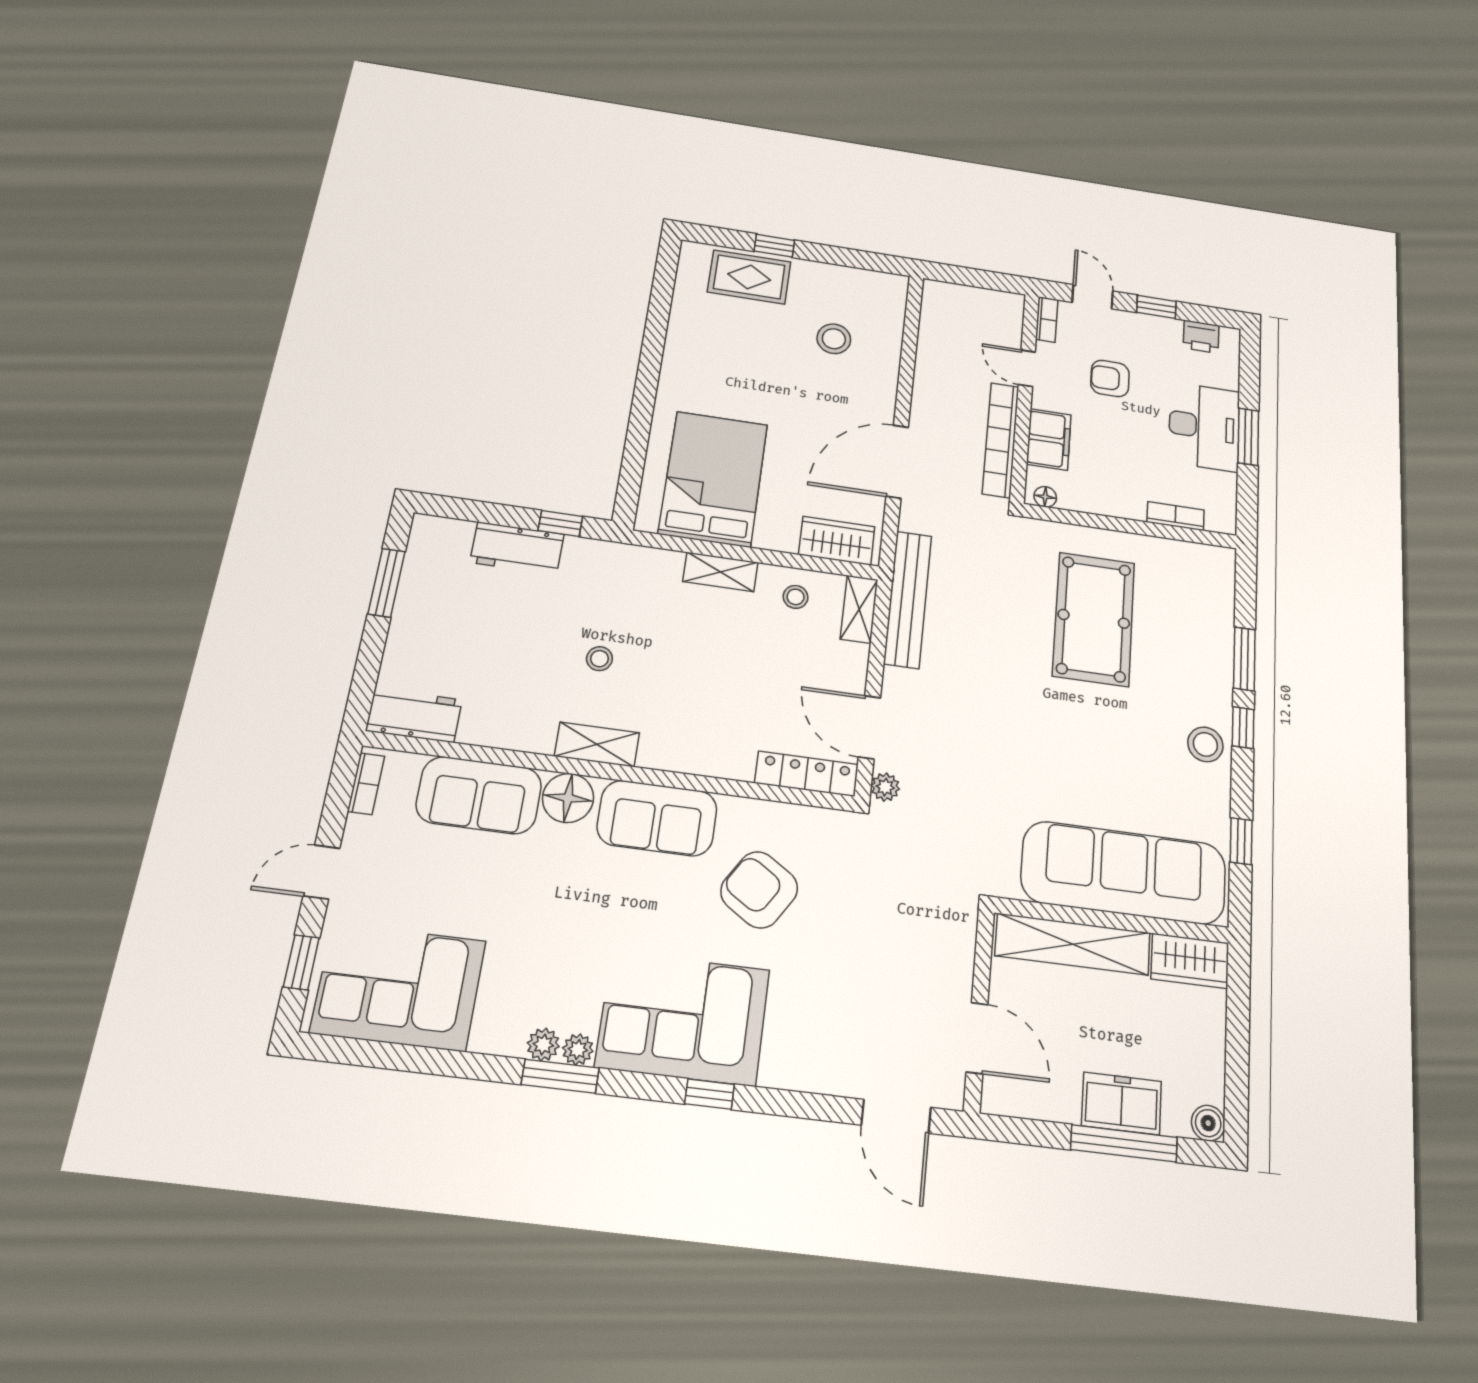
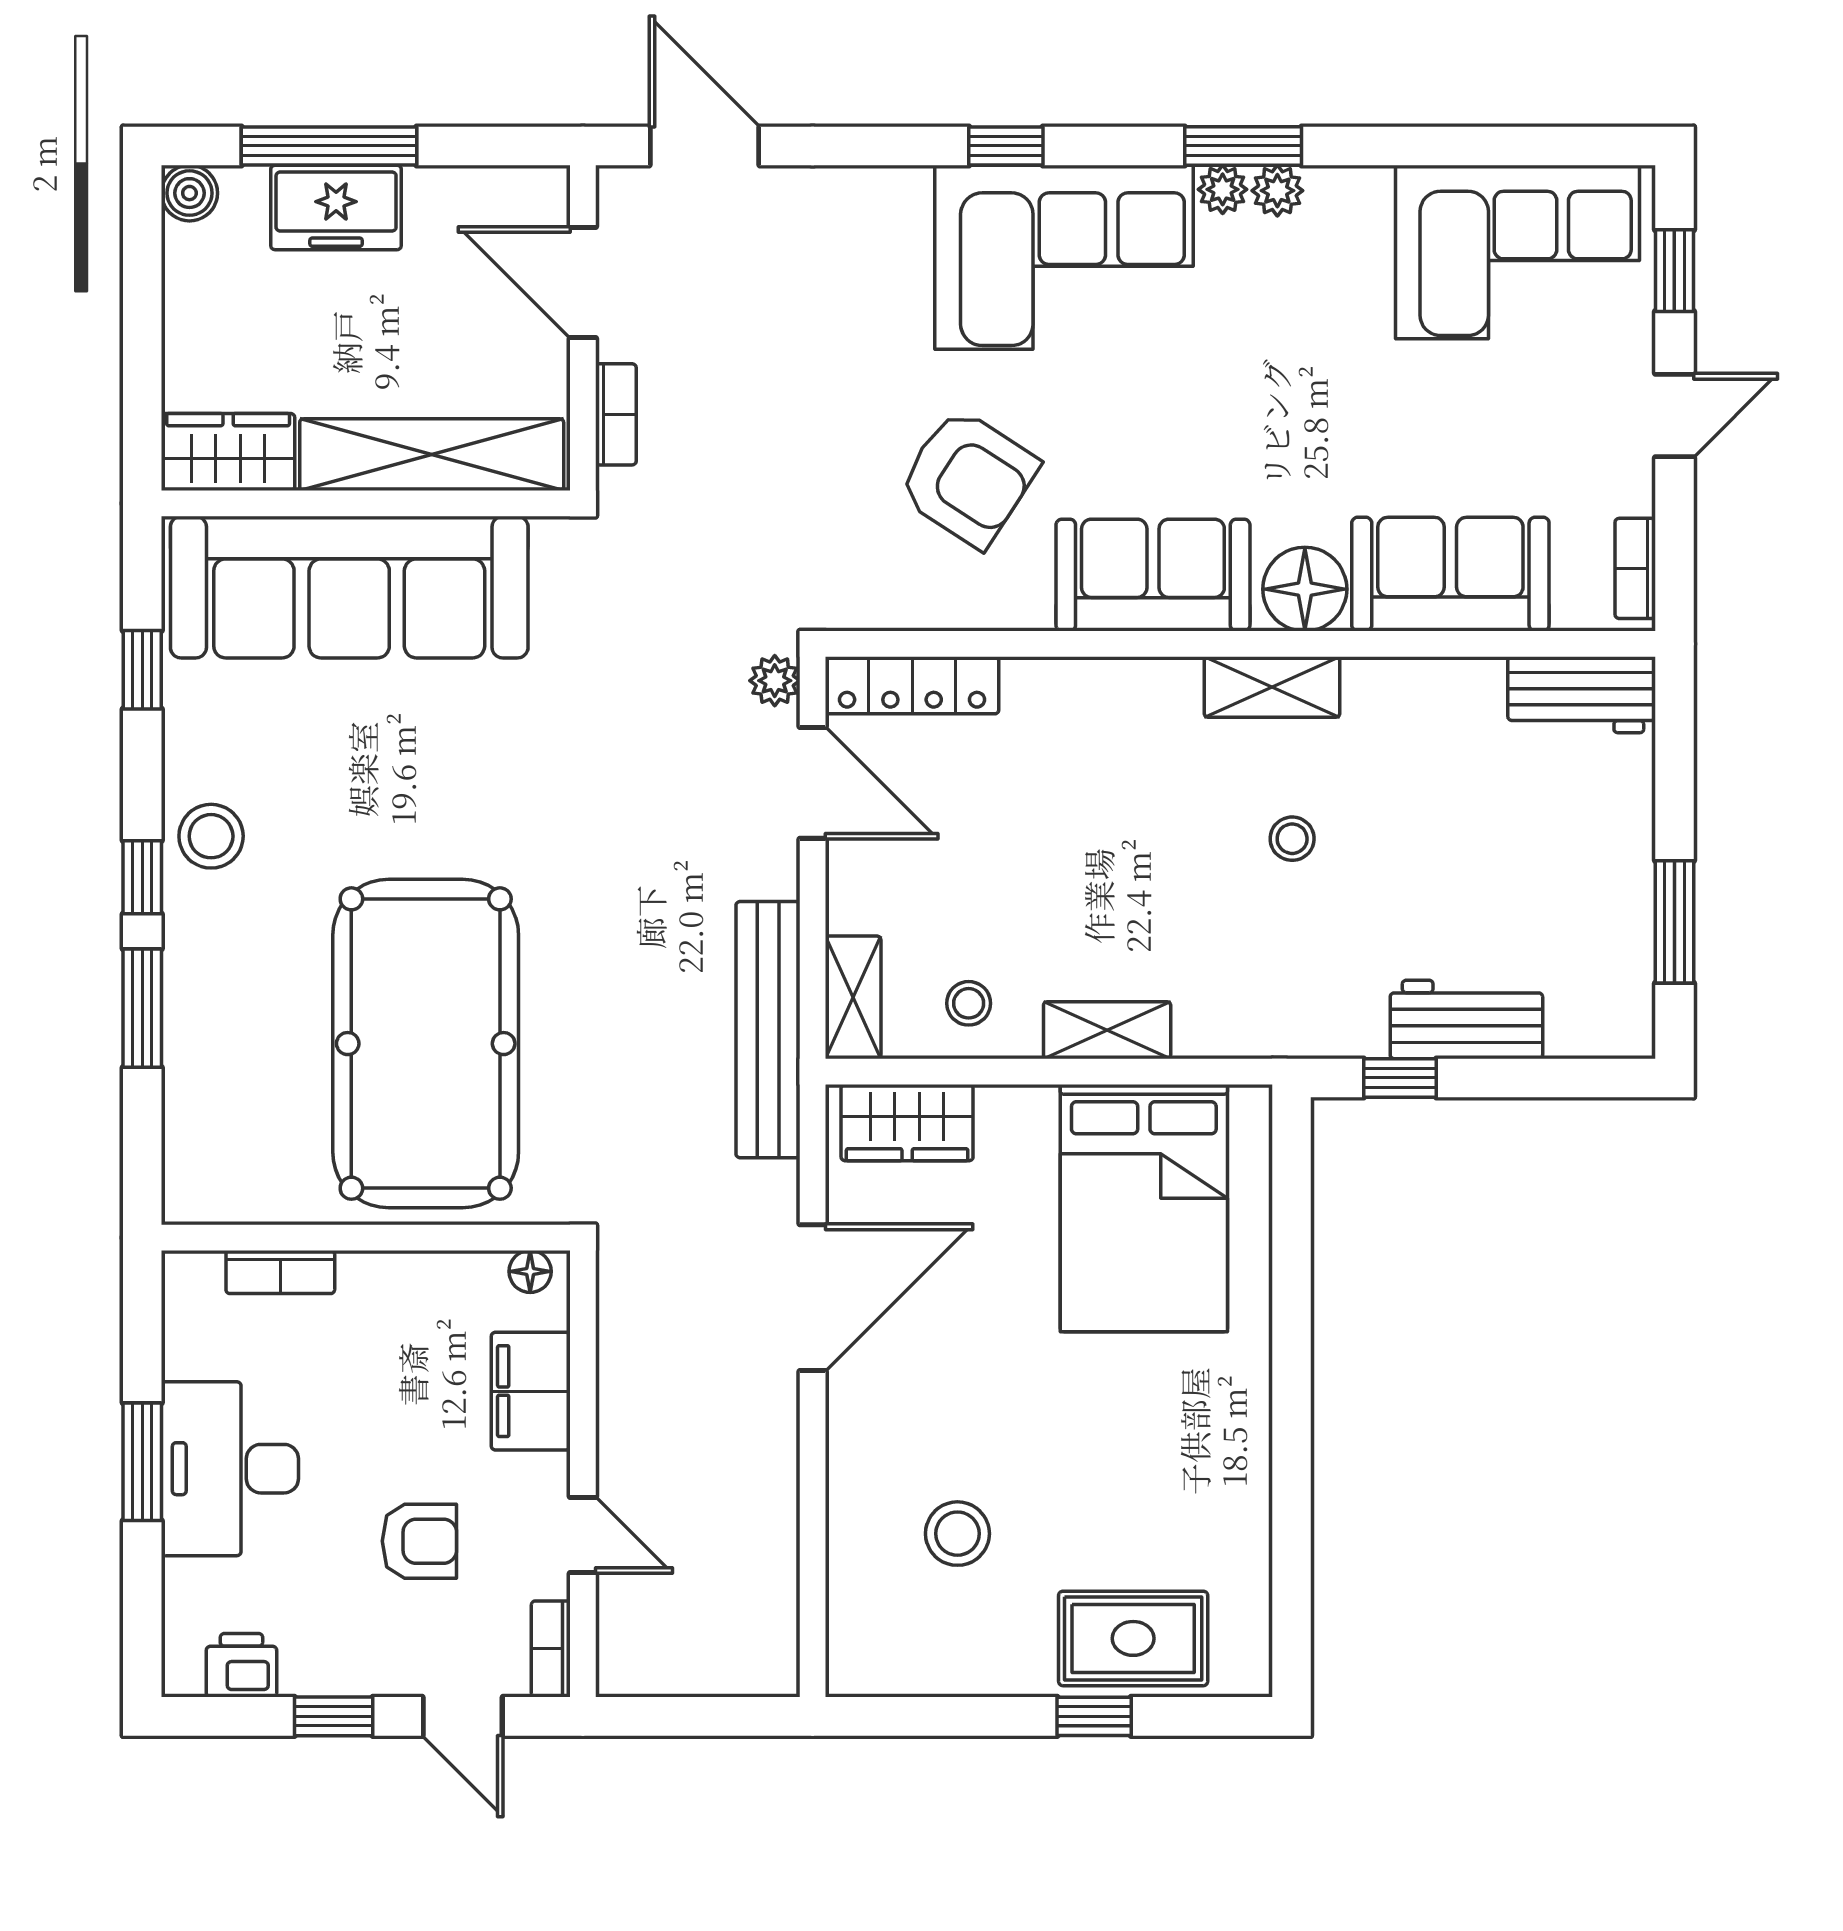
bookcase: (1001, 440) -> (616, 414), moved, width x0.43, depth x0.76
pool table: (1094, 619) -> (426, 1044), width x1.36, depth x1.32

